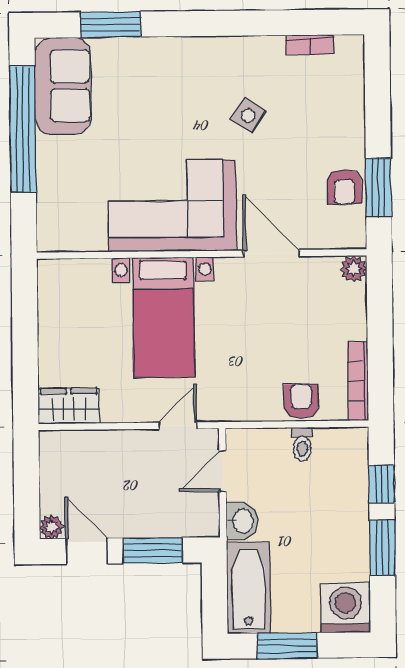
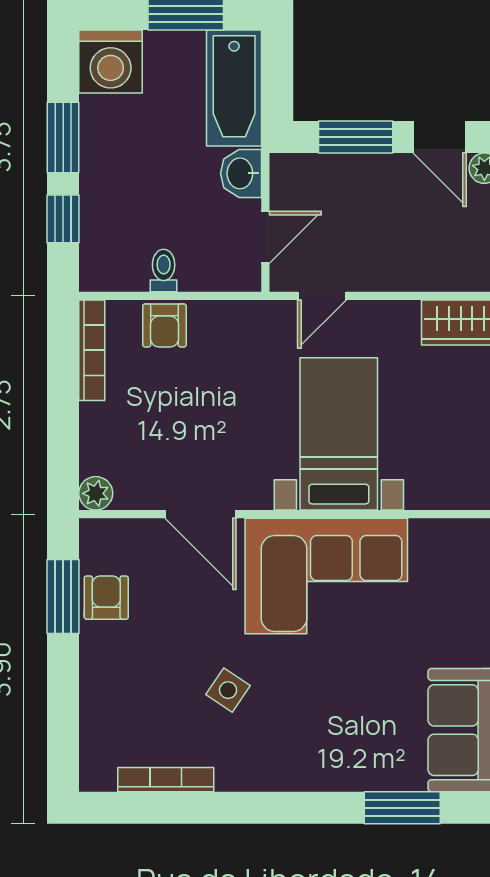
bookcase: (310, 45) -> (166, 780), width x1.56

